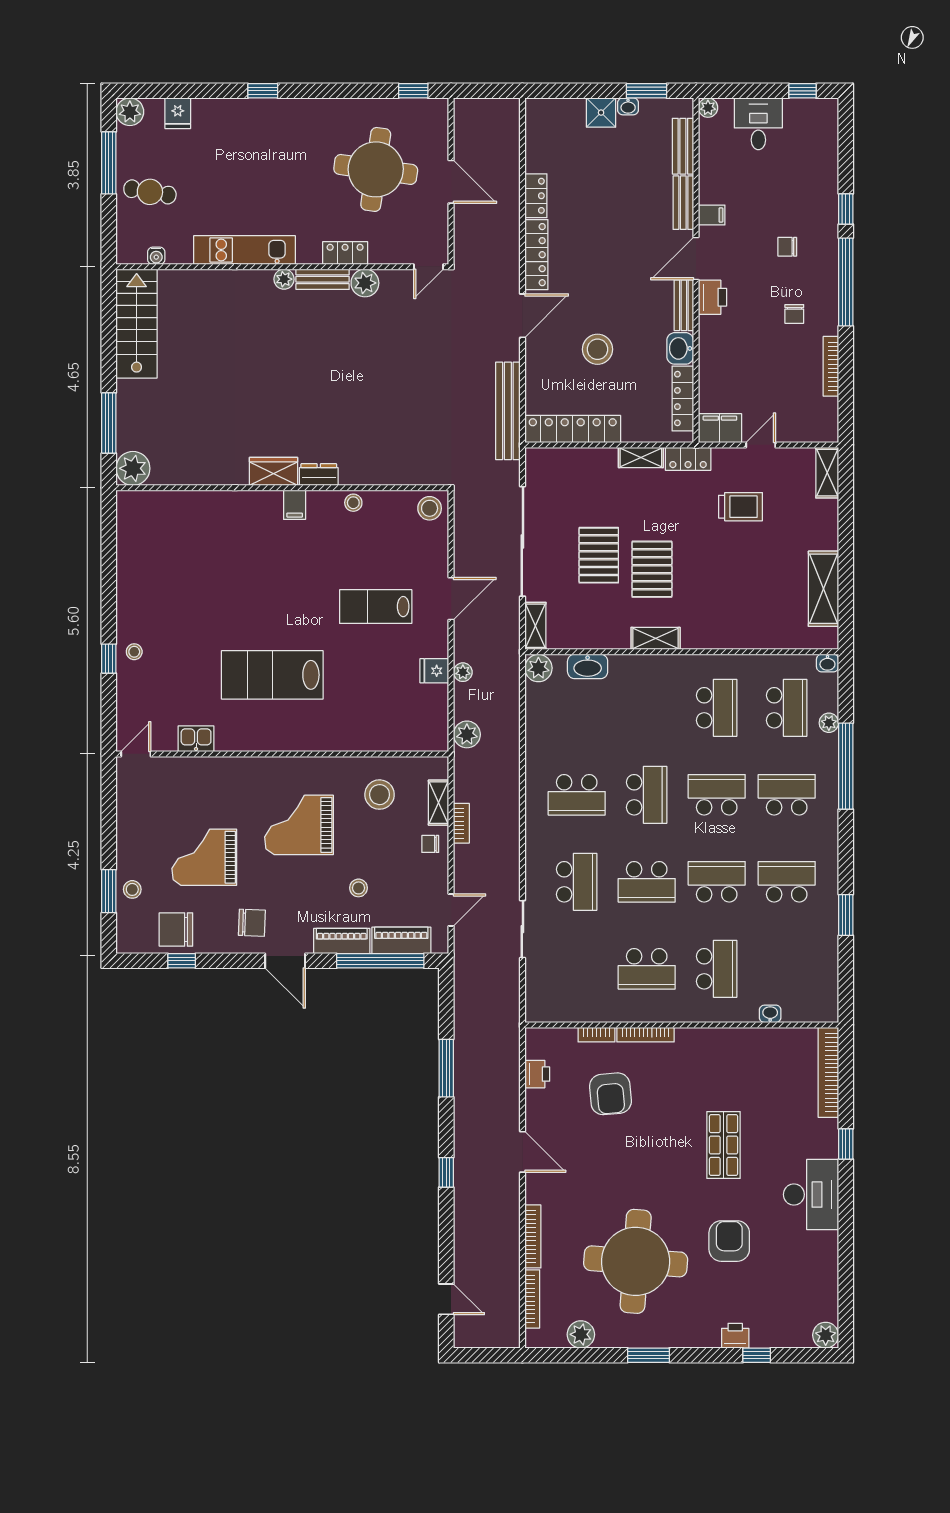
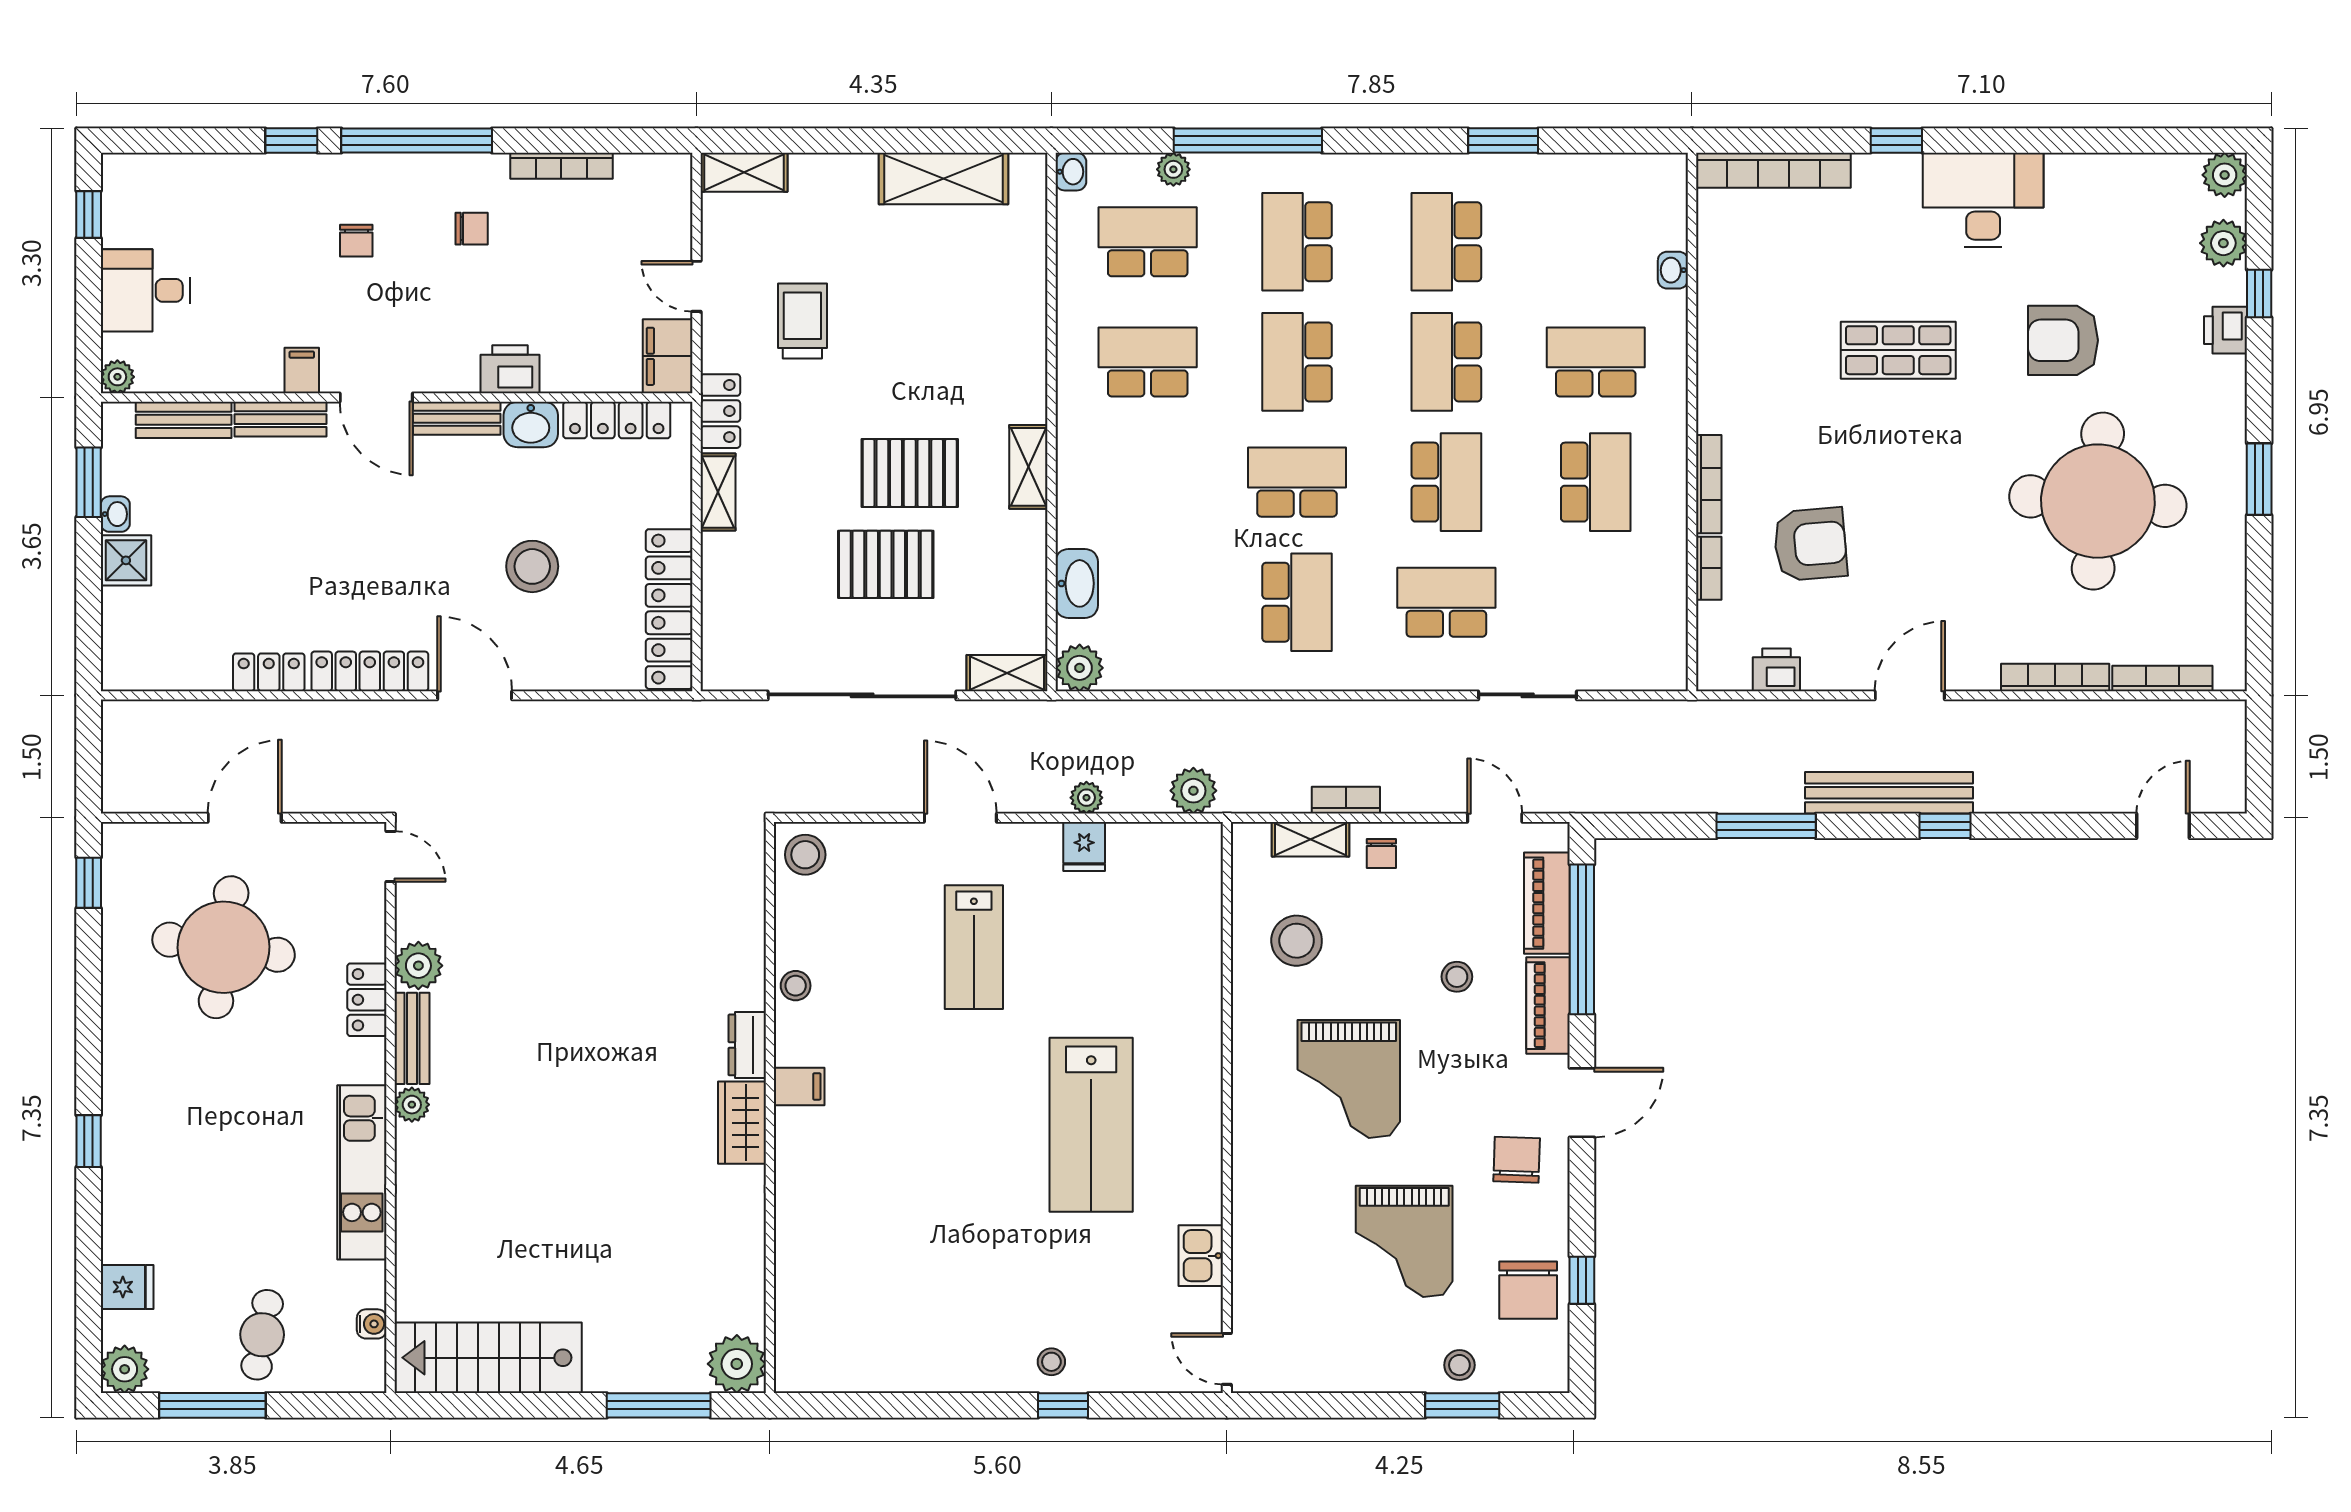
printer: (712, 297) -> (510, 369), moved
bench: (508, 411) -> (1889, 793), moved
plant: (581, 1334) -> (2223, 243), moved

